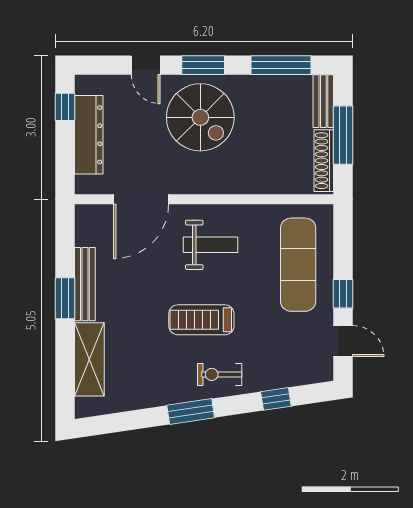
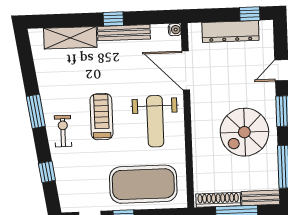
spiral stairs: (200, 117) -> (244, 132), moved
water cooler: (83, 213) -> (175, 30), added
weight bench: (211, 245) -> (155, 121), width x1.36, depth x1.33
exercise mat: (298, 265) -> (143, 184), width x1.47
window: (65, 298) -> (113, 19), width x0.67

